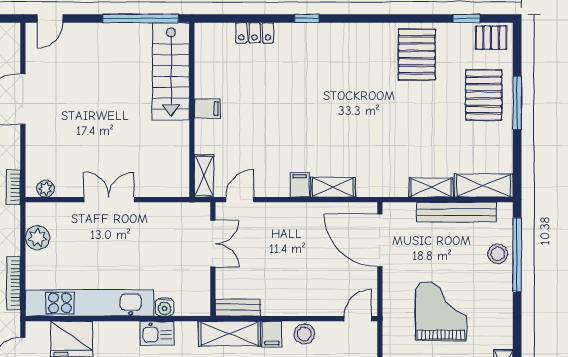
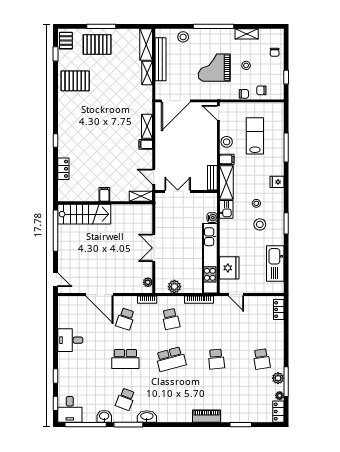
window: (517, 255) -> (214, 26), moved
kitchen sink: (157, 333) -> (226, 209), moved

